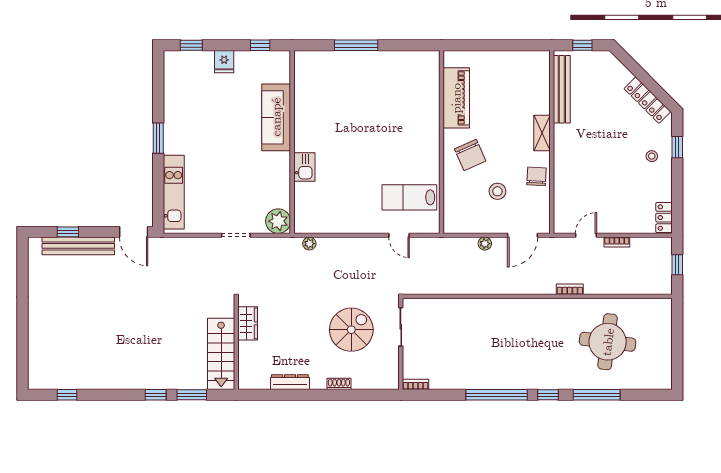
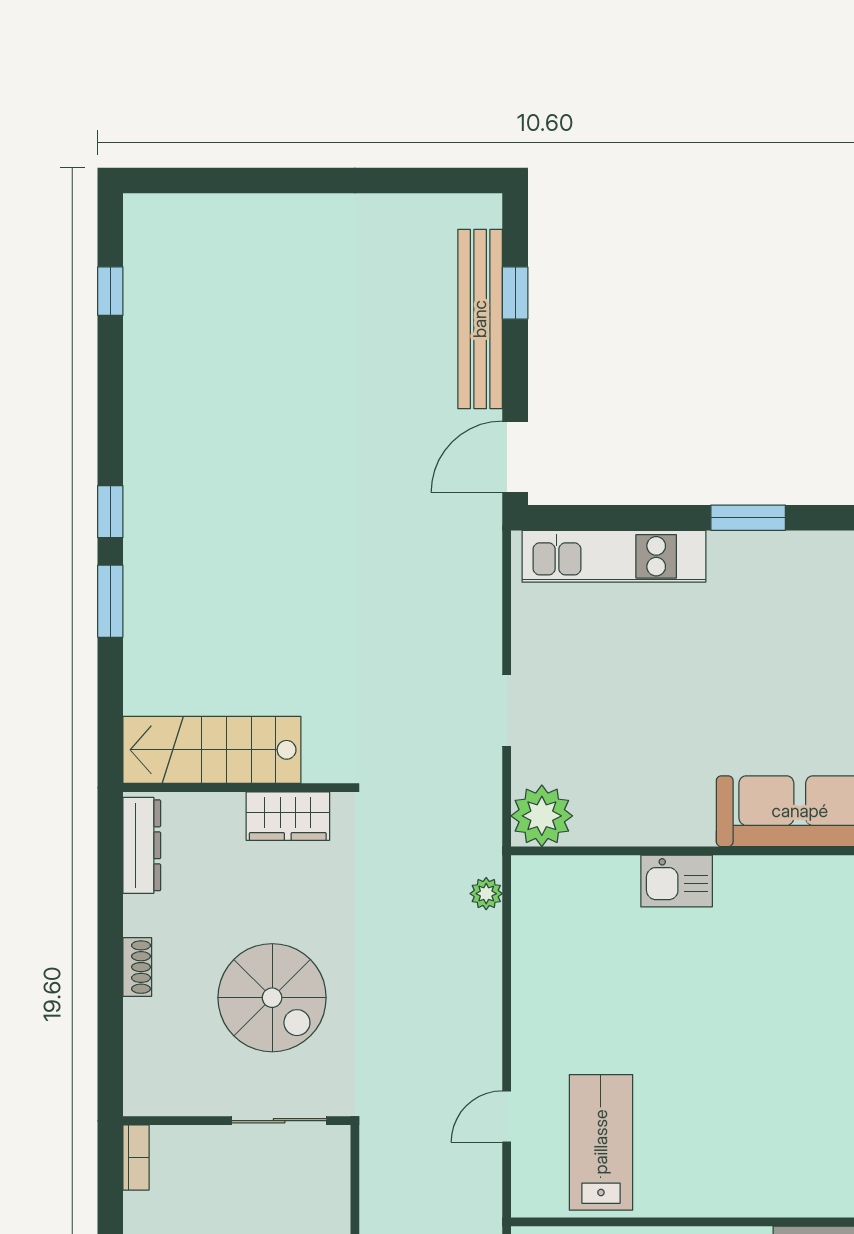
wardrobe: (248, 323) -> (288, 816), moved
wall: (236, 344) -> (237, 788), moved
stairs: (221, 354) -> (212, 750), moved

